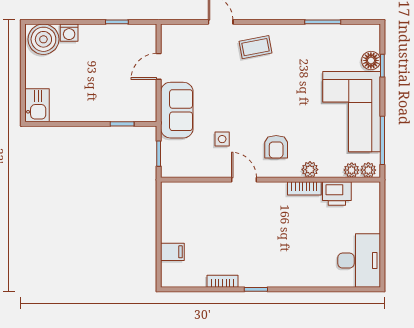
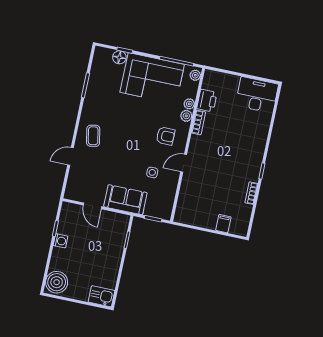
washing machine: (69, 33) -> (61, 241), moved
plant: (352, 170) -> (189, 104), moved

